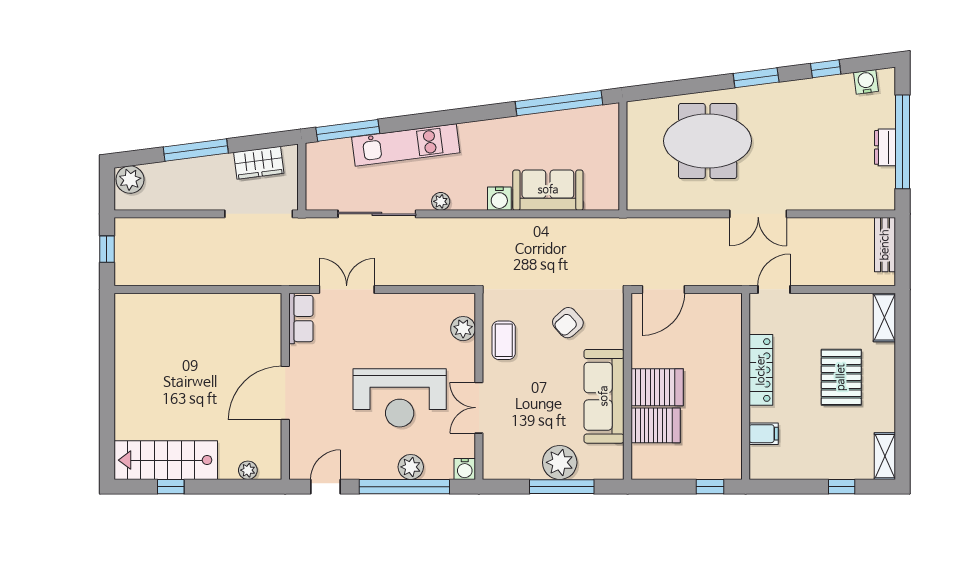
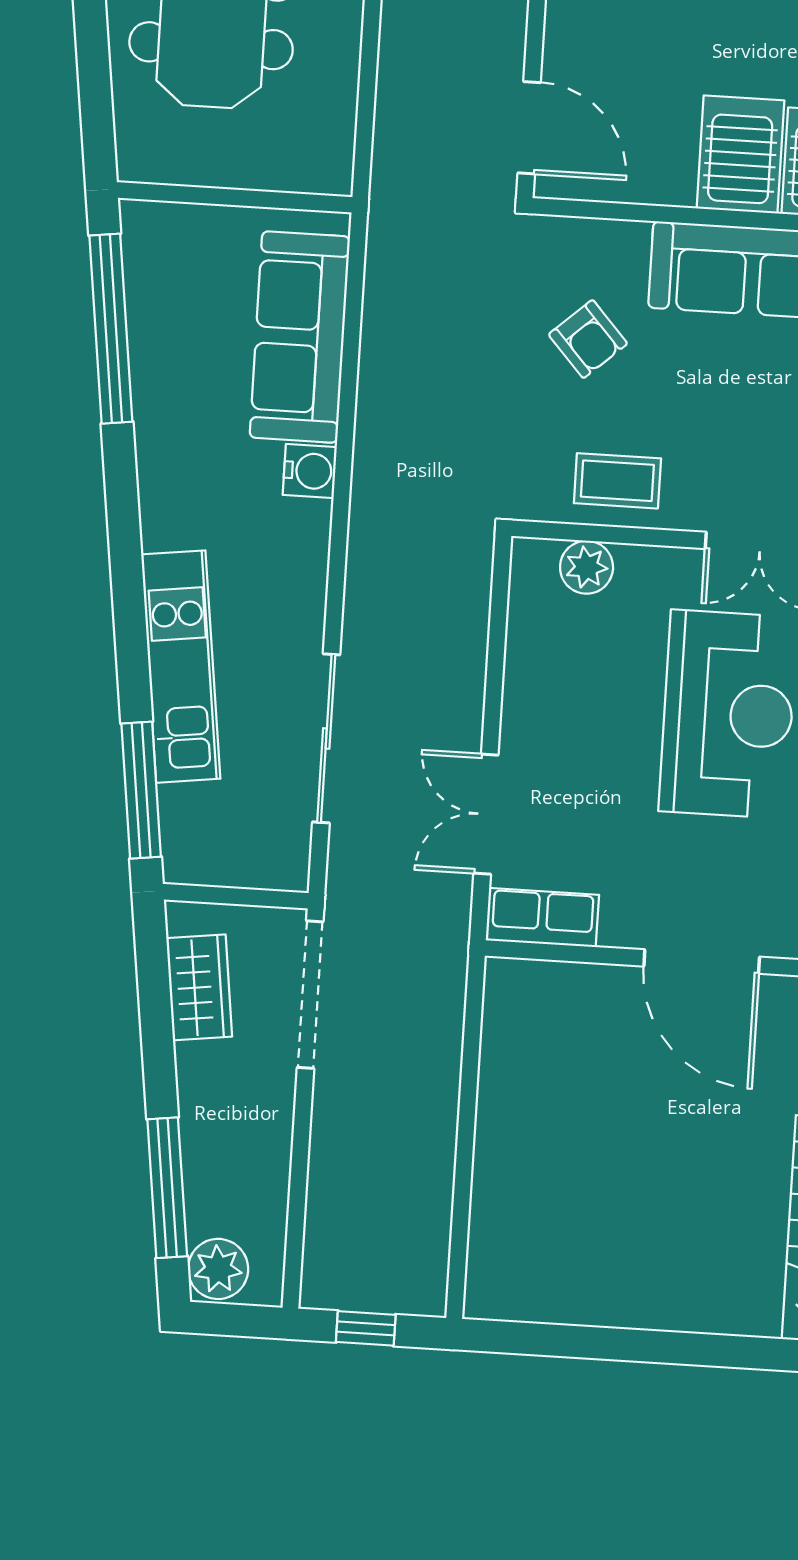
window: (196, 150) -> (167, 1188), moved
sofa: (548, 190) -> (300, 337), width x1.36
plant: (441, 201) -> (308, 598), removed

